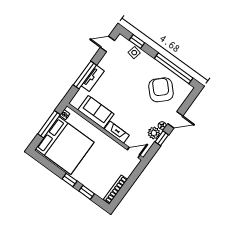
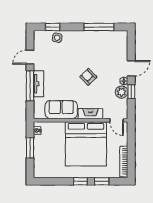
door: (108, 44) -> (30, 57), moved
window: (174, 68) -> (99, 27), width x0.68
armchair: (161, 90) -> (88, 77), moved, width x0.53, depth x0.53
window: (49, 124) -> (30, 148), width x0.69
bed: (65, 145) -> (86, 144), moved, turned 90
door: (134, 152) -> (117, 120), swing flipped

